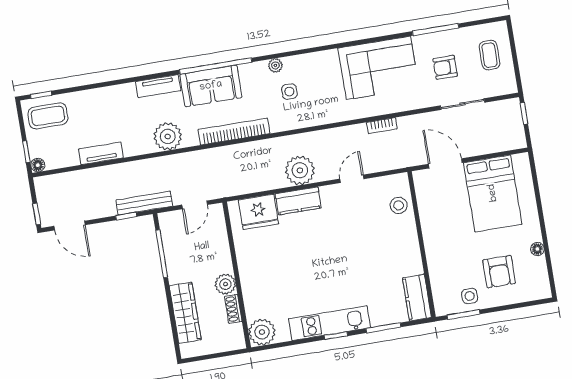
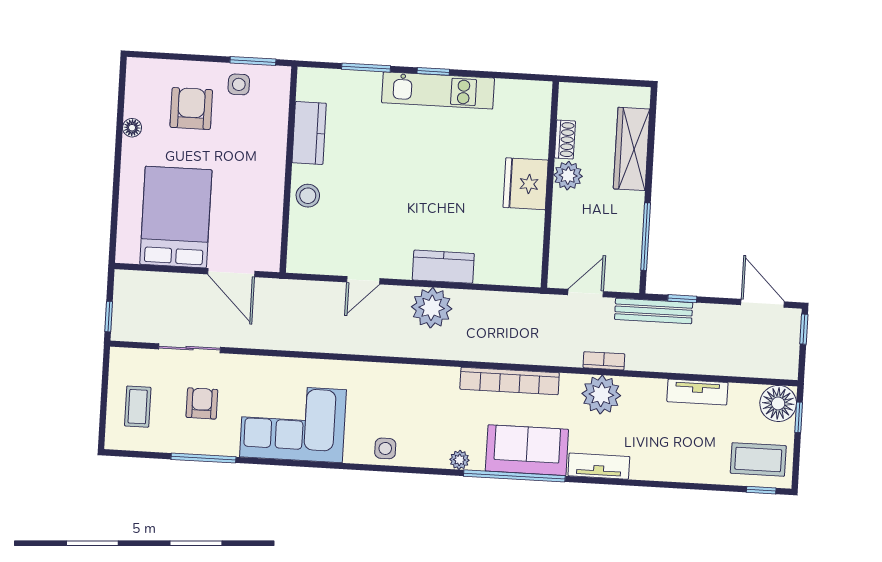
plant: (275, 65) -> (459, 460), moved
armchair: (445, 67) -> (202, 403), turned -90
side table: (289, 92) -> (385, 448), moved
bookcase: (382, 126) -> (604, 361), moved
floor lamp: (38, 165) -> (778, 403), width x1.89, depth x1.89
stool: (399, 205) -> (308, 196), moved
fridge: (258, 212) -> (526, 184), moved, turned -90
kitchen counter: (417, 298) -> (309, 133), moved
plant: (262, 332) -> (533, 99), removed

